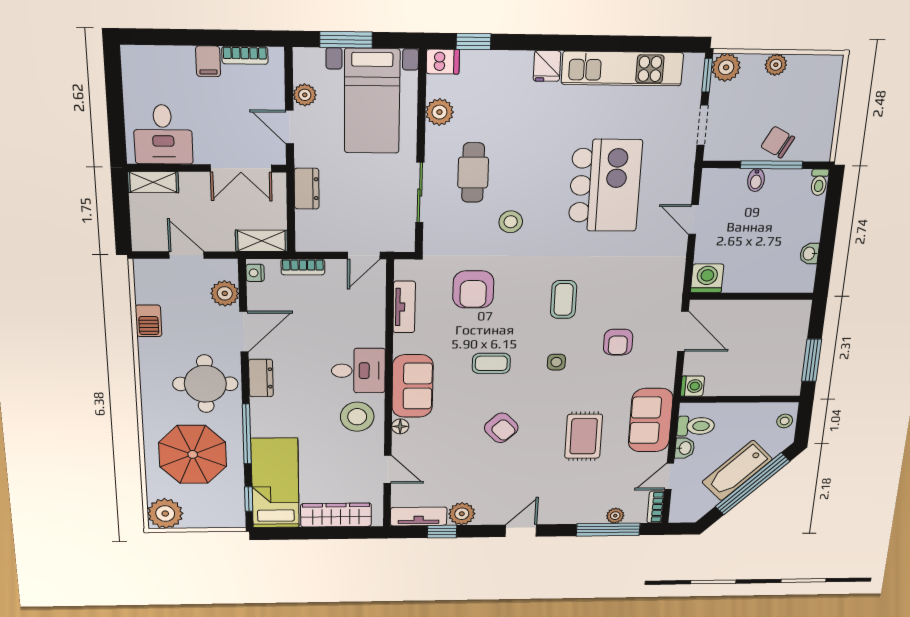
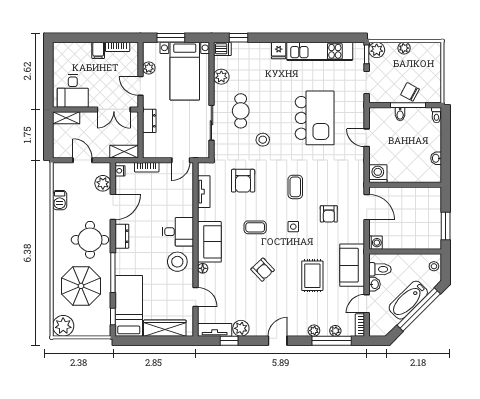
plant: (581, 516) -> (314, 331), added

